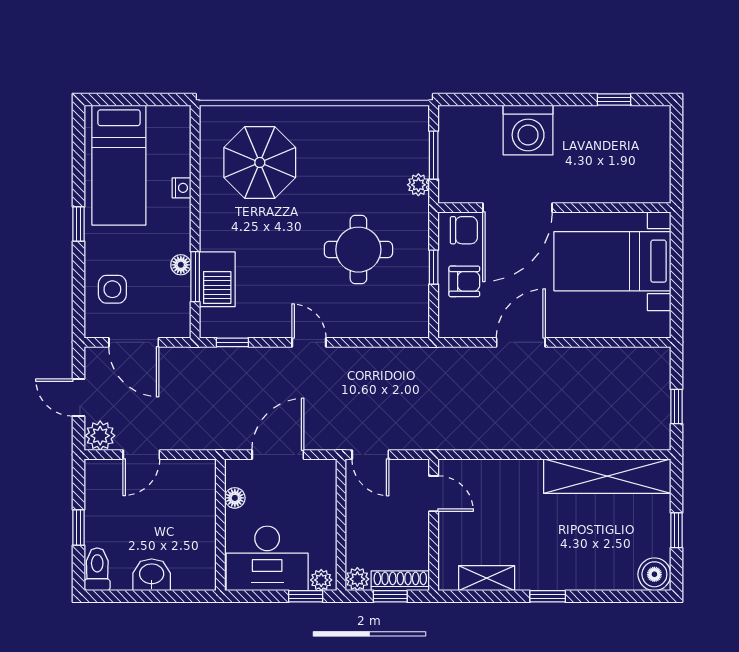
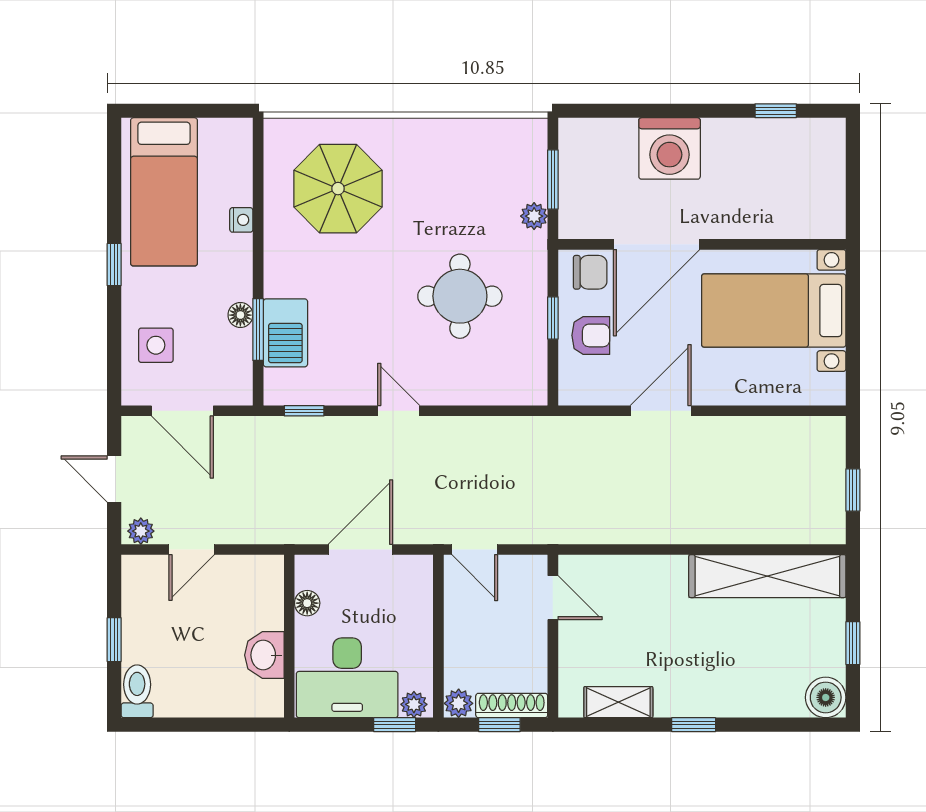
plant: (100, 436) -> (141, 531), width x0.73, depth x0.73
washbasin: (152, 575) -> (264, 655), moved, turned -90

